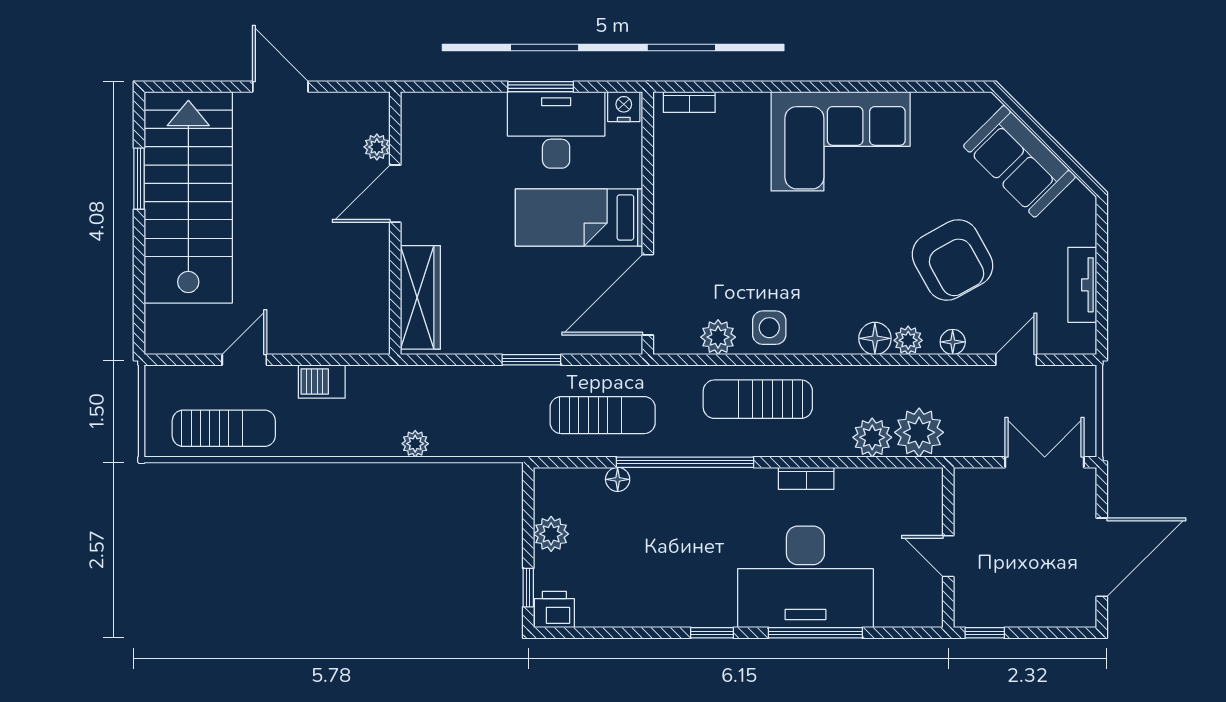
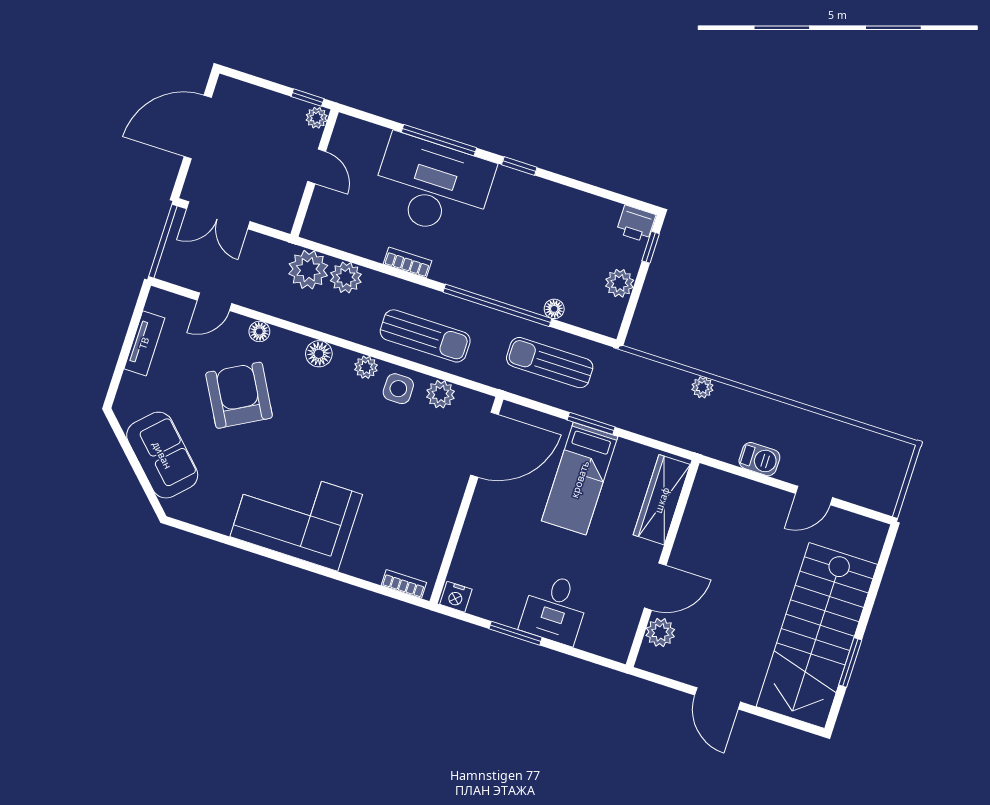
desk: (556, 130) -> (555, 609), moved, width x0.73
plant: (377, 147) -> (660, 632), width x1.38, depth x1.38
bed: (579, 217) -> (580, 479), moved, turned 90
plant: (908, 340) -> (366, 367), moved
sun lounger: (224, 428) -> (847, 447), removed
plant: (967, 613) -> (317, 118), added

